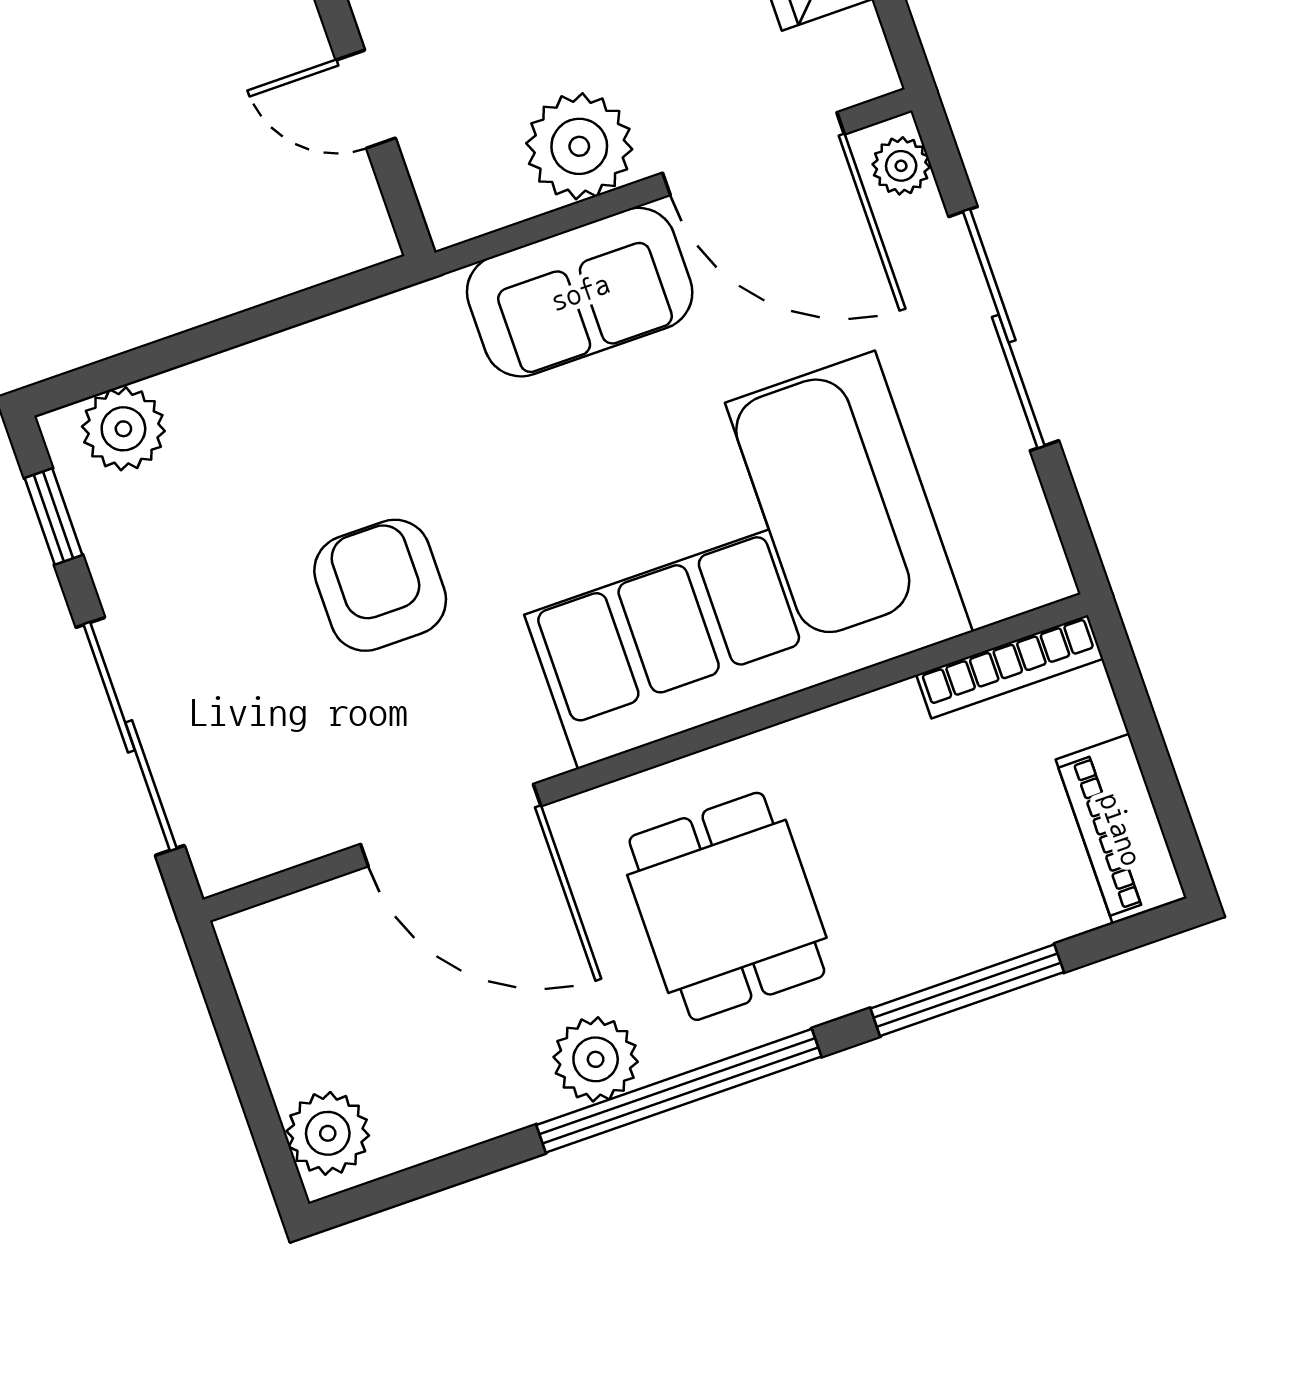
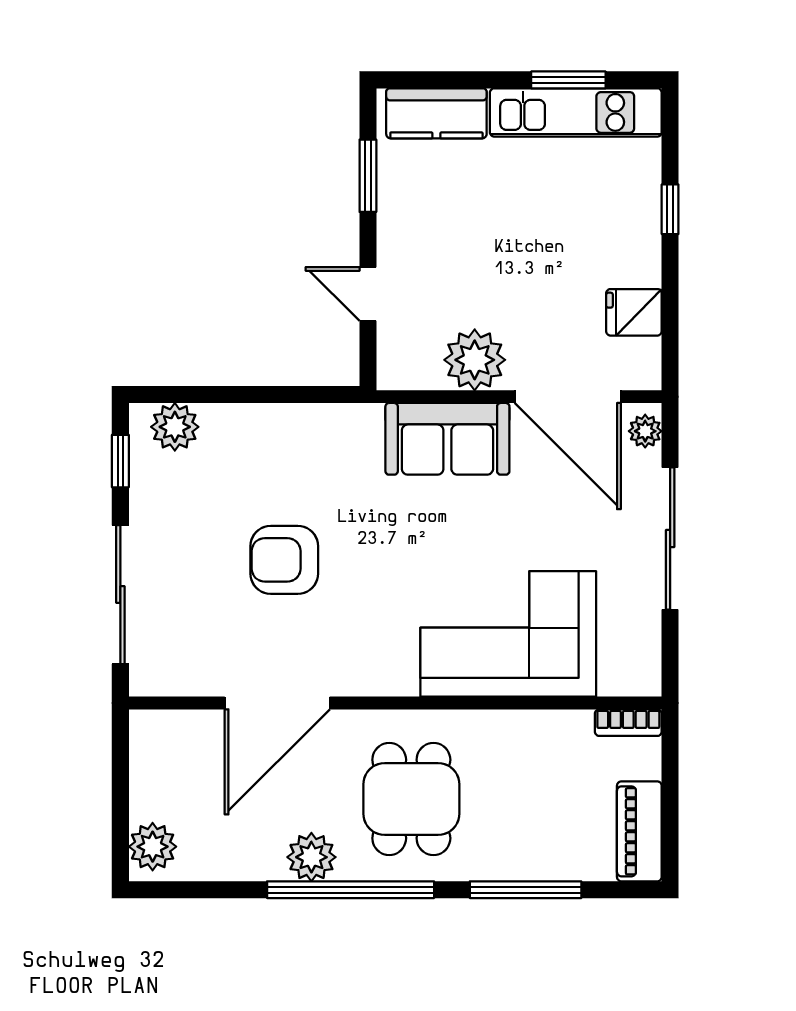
corner sofa: (726, 560) -> (508, 634), width x0.73, depth x0.74
armchair: (380, 585) -> (284, 560), turned -90
bookcase: (1010, 667) -> (628, 723), width x0.64
door: (451, 825) -> (277, 703), hinge flipped

